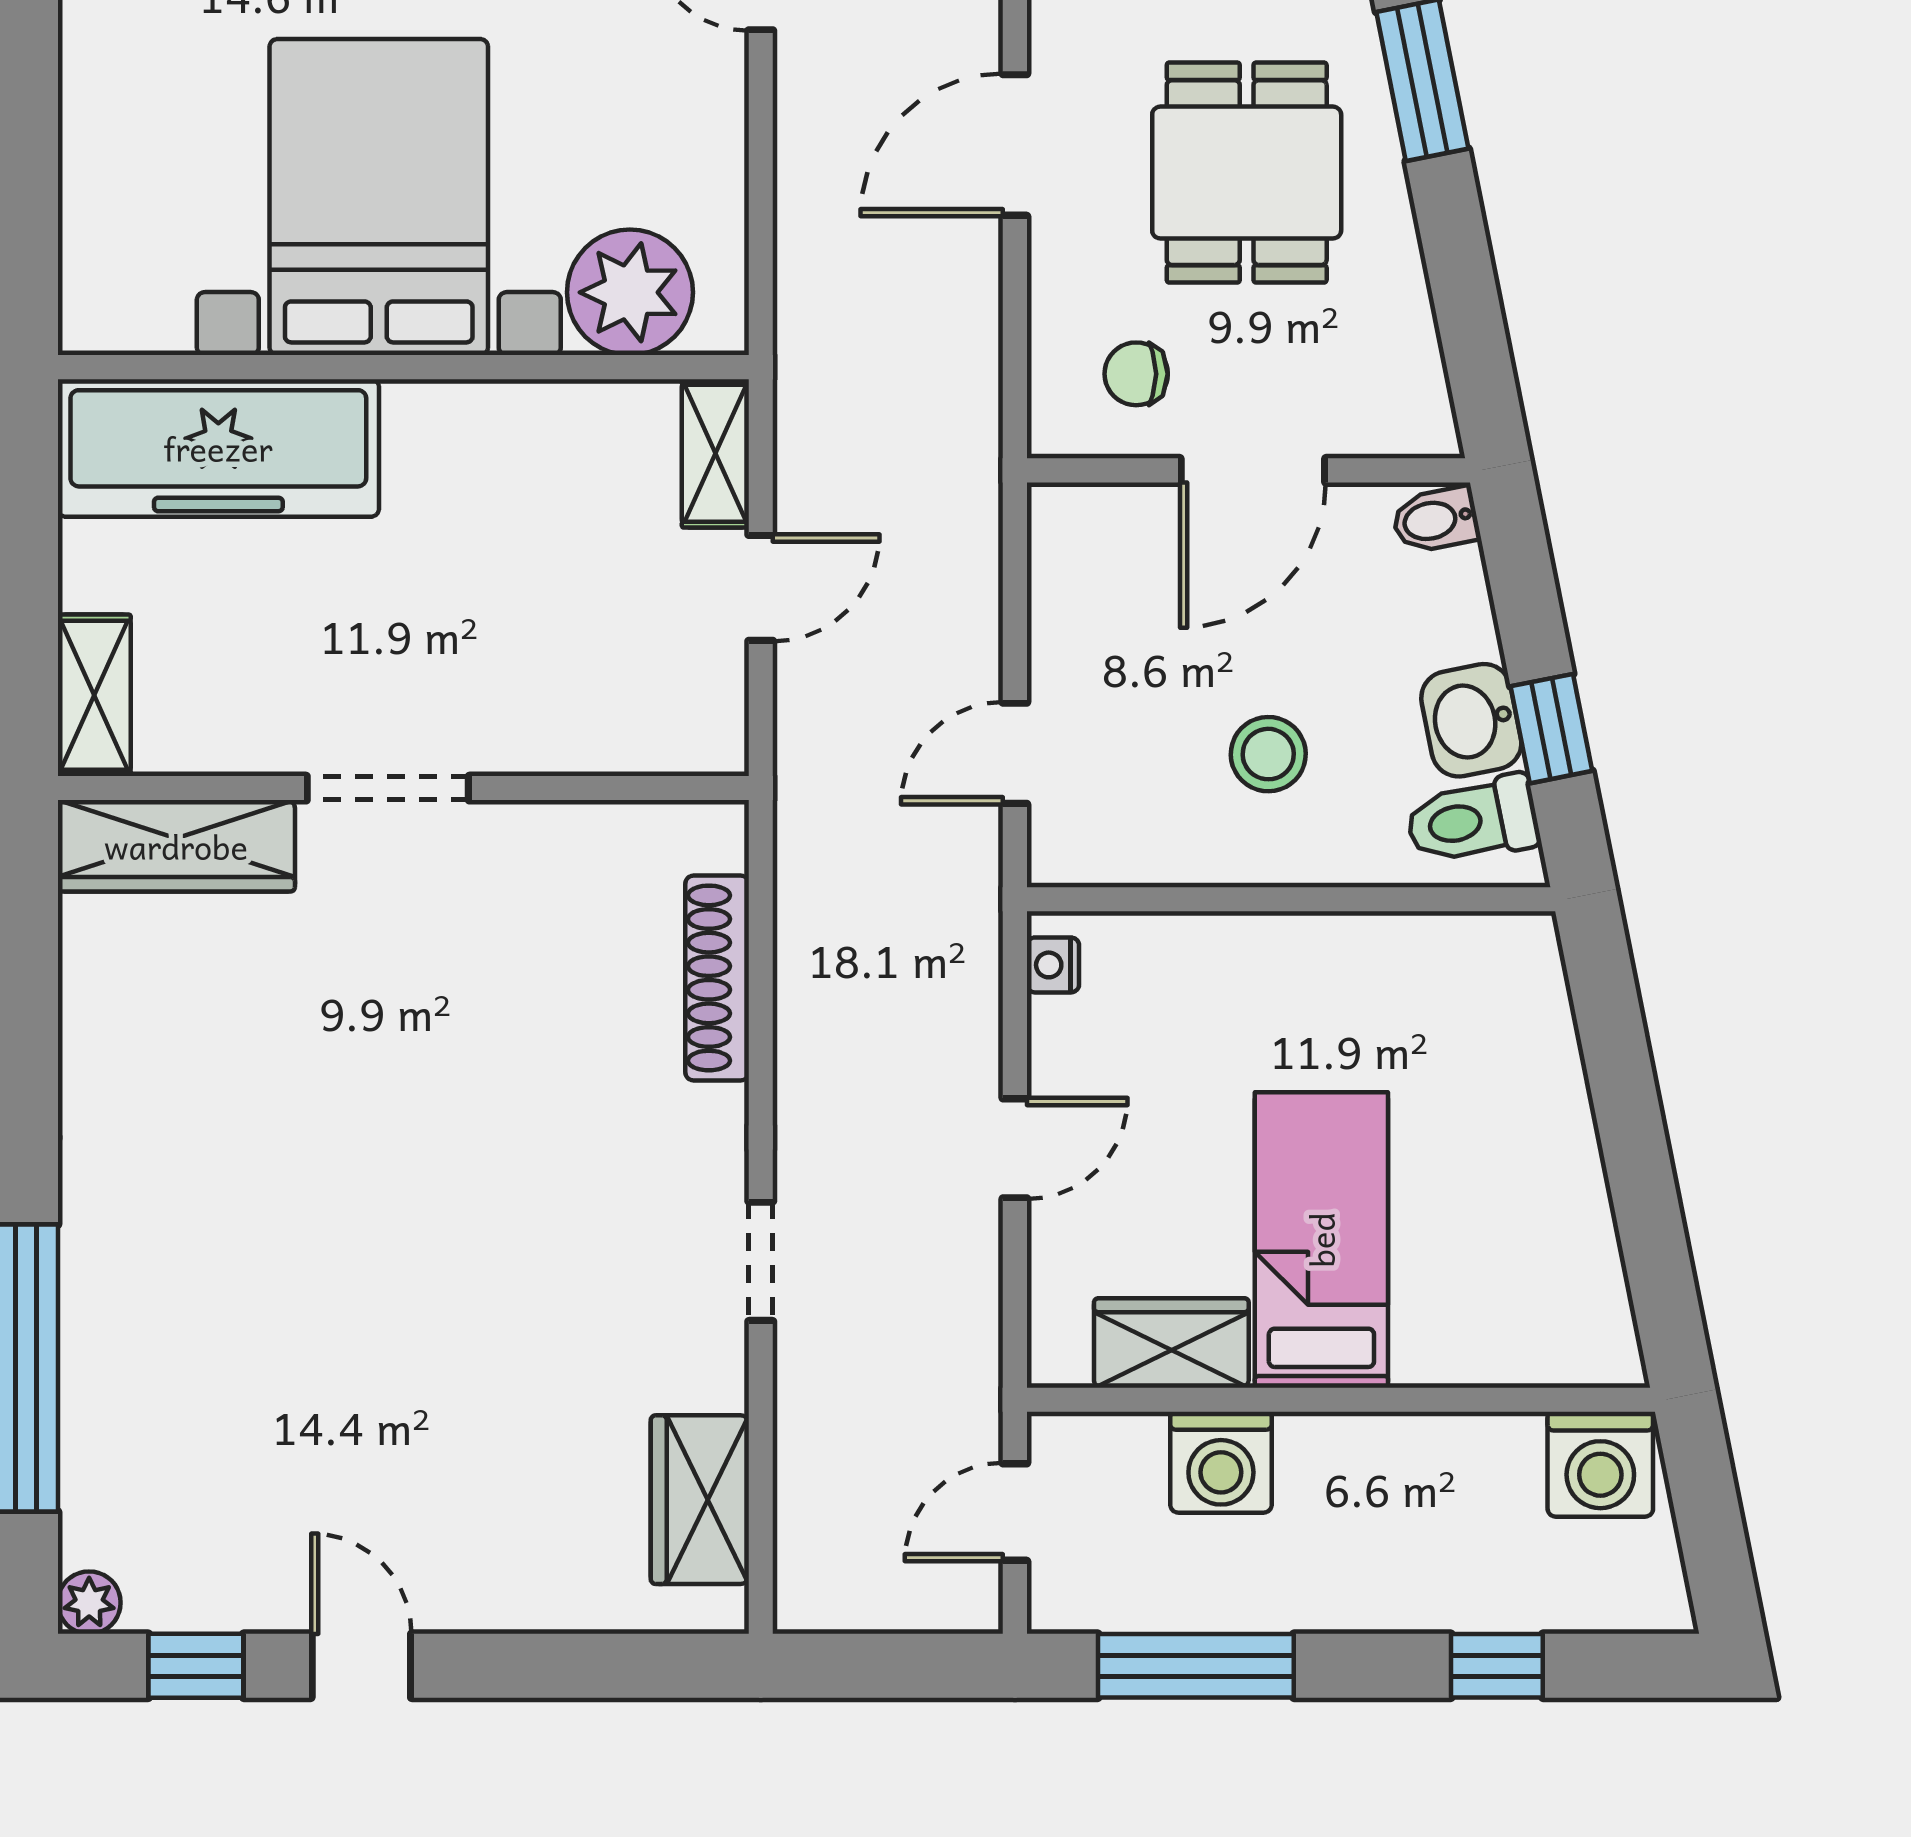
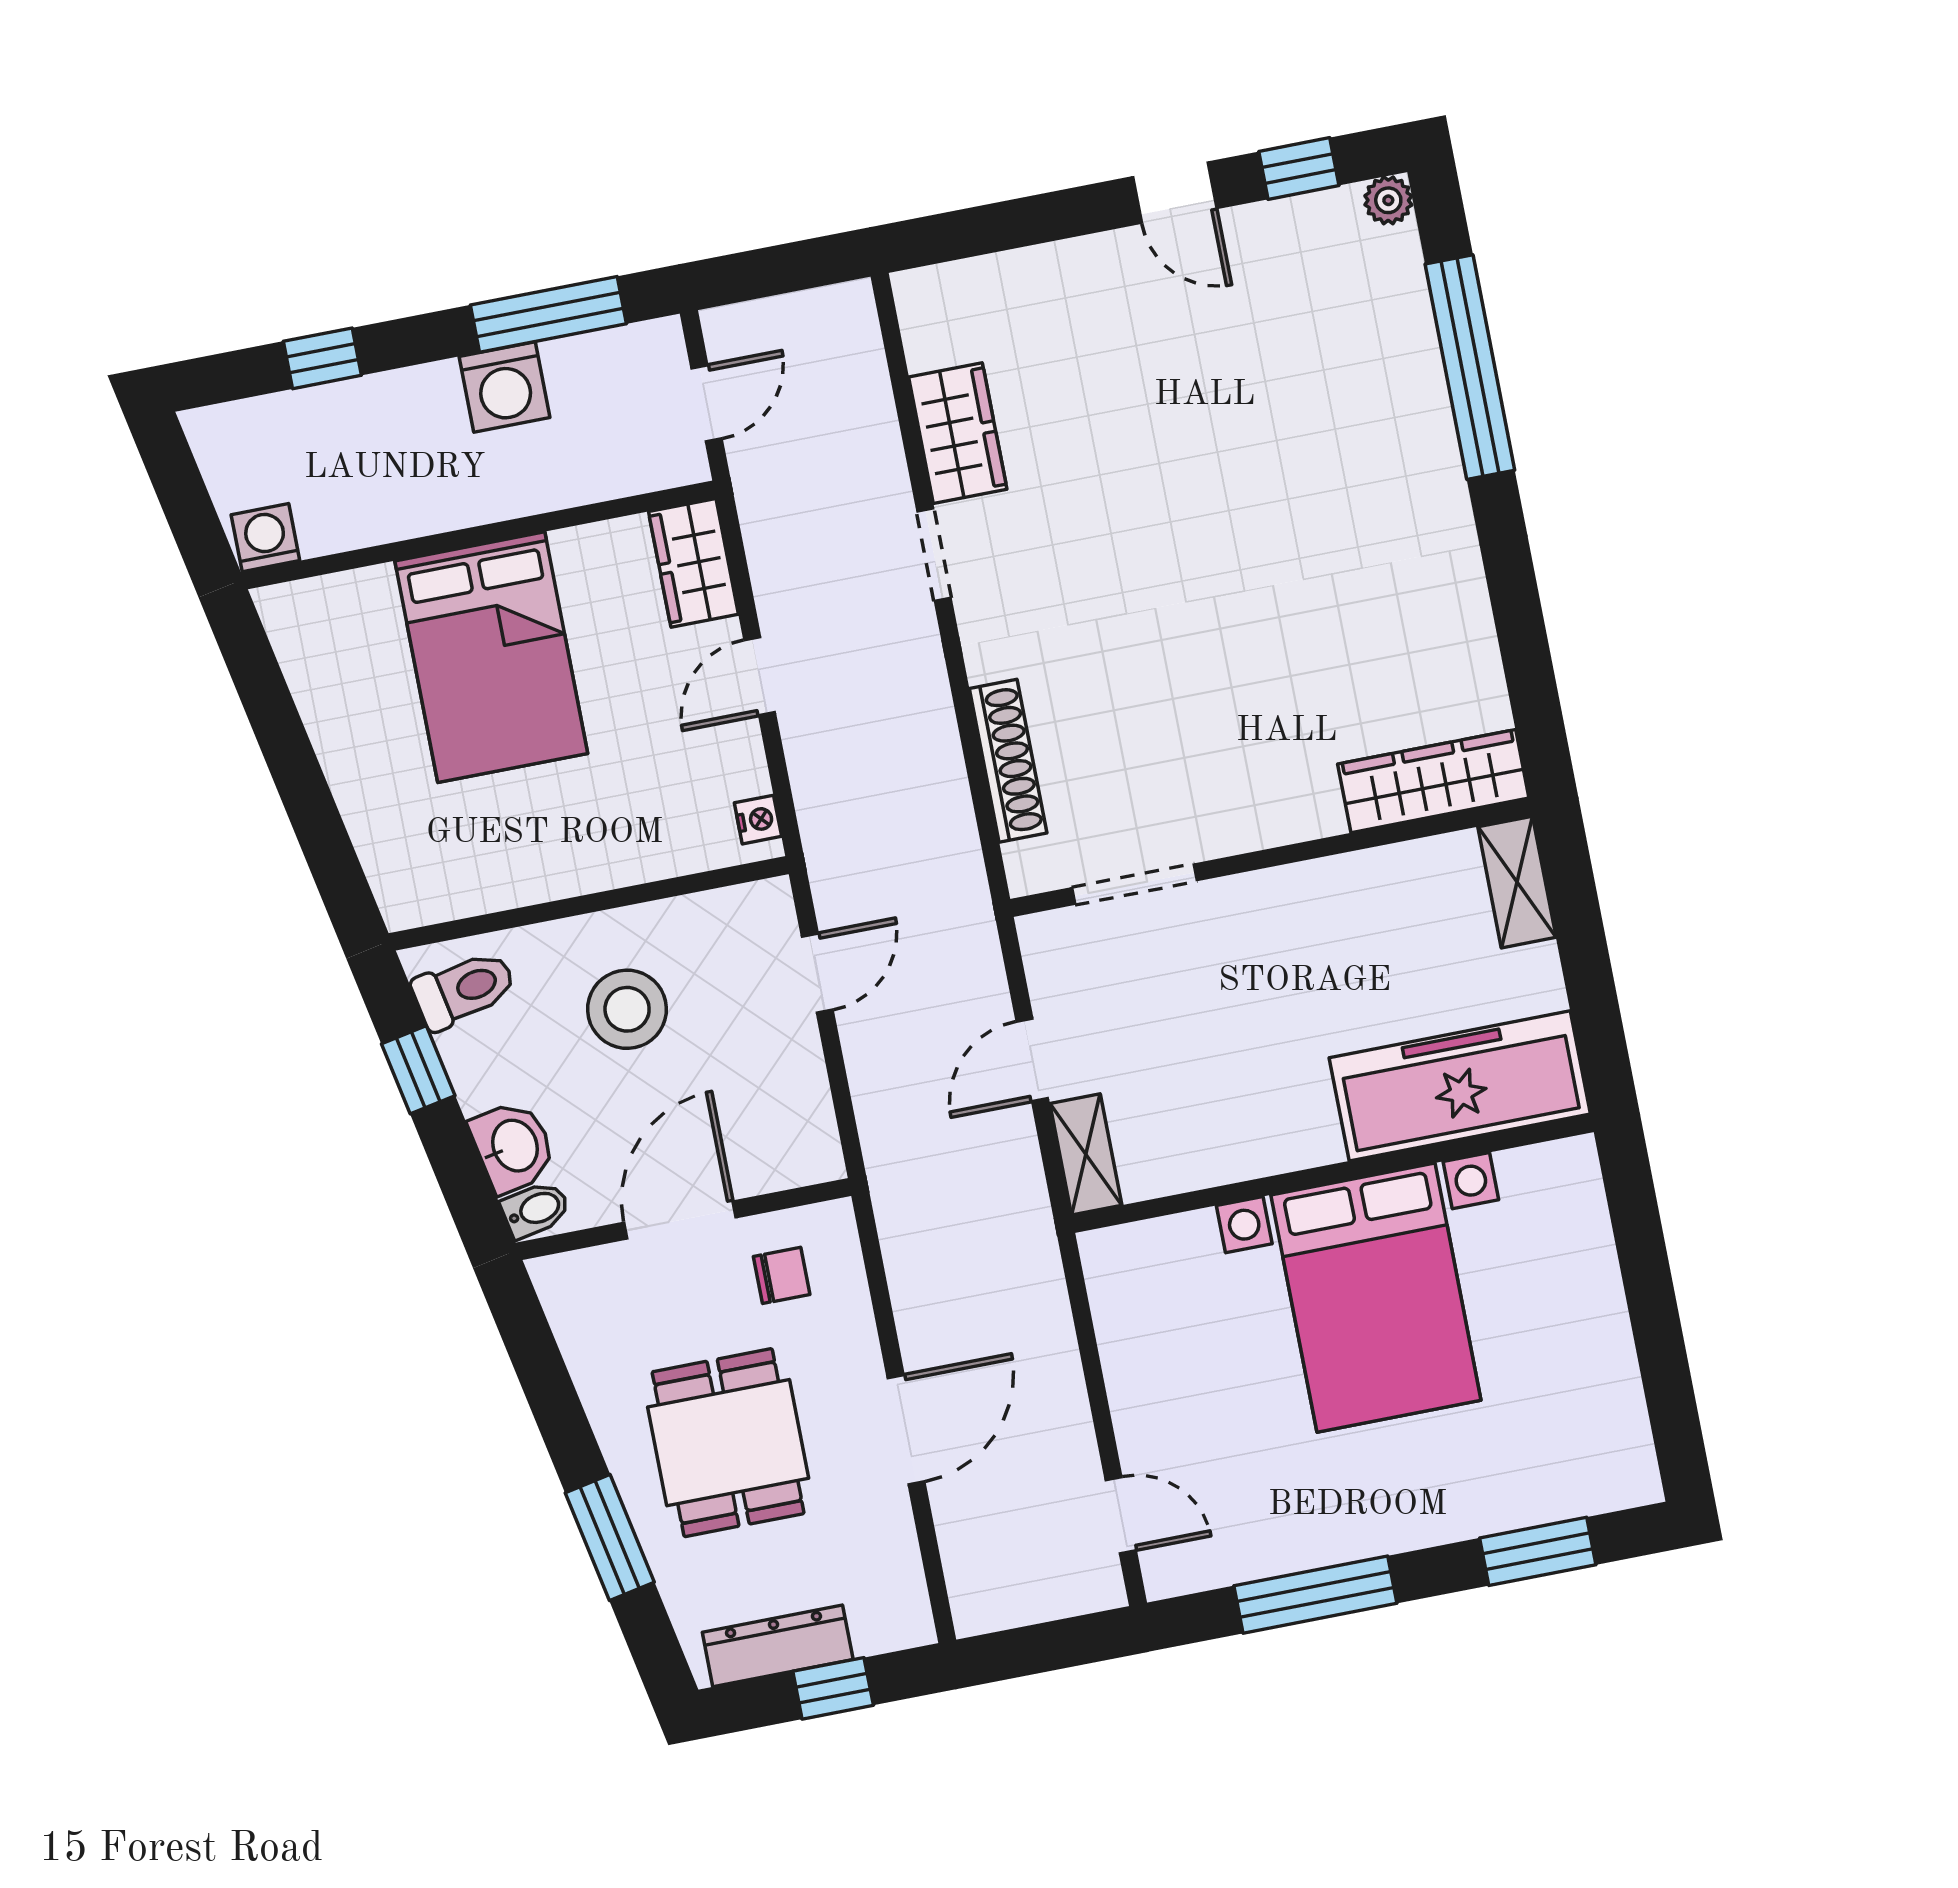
plant: (630, 292) -> (1174, 1263), removed
washbasin: (1471, 720) -> (513, 1146), moved
stool: (1268, 754) -> (627, 1009), width x1.38, depth x1.38
doorway: (388, 788) -> (1135, 884), moved
bed: (1321, 1240) -> (491, 657), width x1.50
wardrobe: (1171, 1343) -> (693, 563), moved, turned 90
washing machine: (1221, 1462) -> (504, 387), moved, turned 180
washing machine: (1600, 1464) -> (265, 538), width x0.73, depth x0.73
wardrobe: (700, 1500) -> (958, 433), moved

